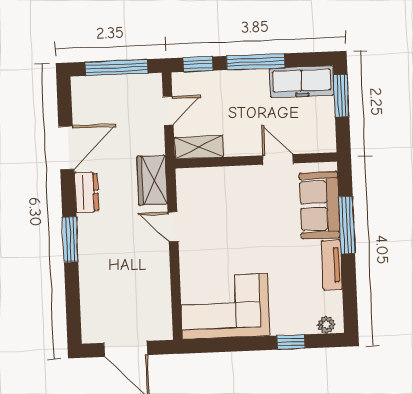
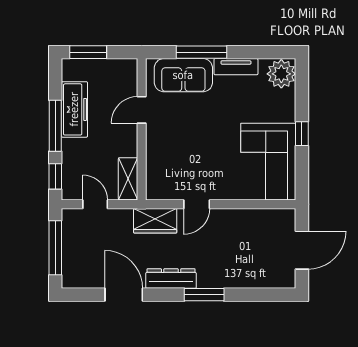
freezer: (302, 82) -> (74, 109), moved
dresser: (87, 192) -> (171, 279), width x1.44
plant: (326, 325) -> (281, 74), width x1.87, depth x1.87
window: (291, 342) -> (302, 134), moved

